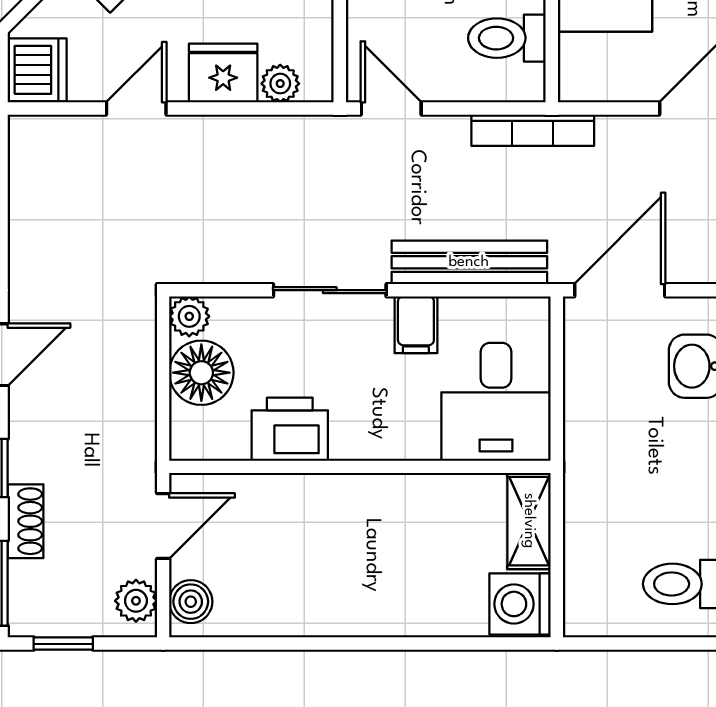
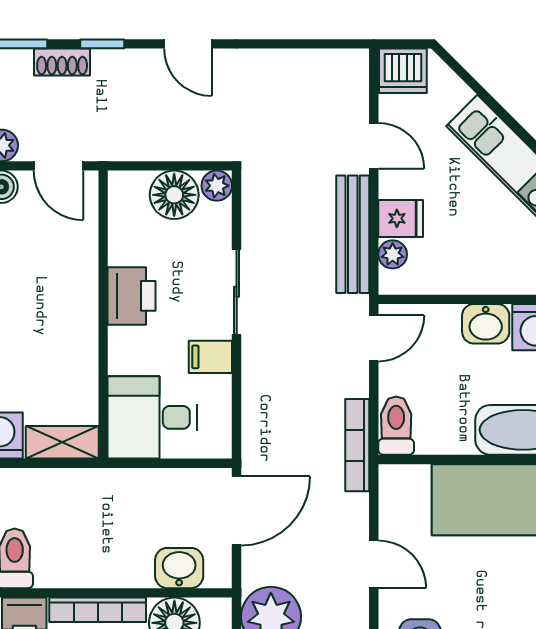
toilet: (507, 38) -> (396, 426), moved
fridge: (223, 73) -> (401, 218), width x0.72
bench: (469, 262) -> (353, 234), moved
door: (620, 290) -> (237, 511), hinge flipped
printer: (290, 429) -> (131, 296), moved

